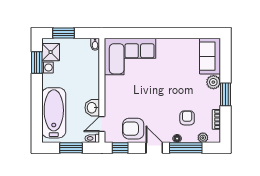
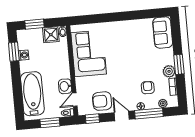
shower: (51, 52) -> (51, 35), moved
corner sofa: (130, 56) -> (89, 53), moved, turned -90
plant: (213, 82) -> (169, 71), moved

